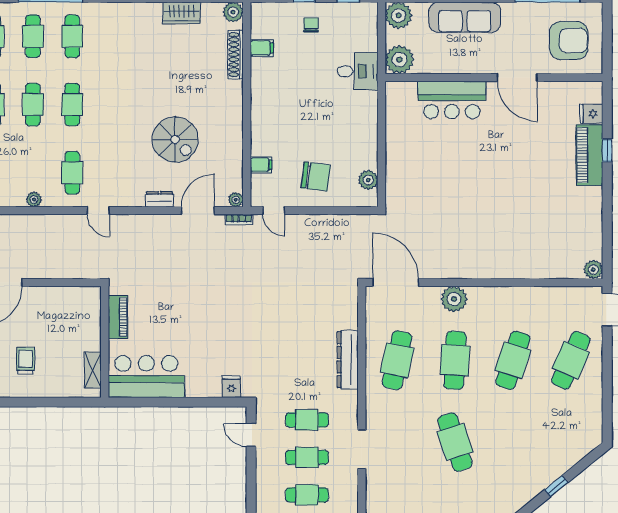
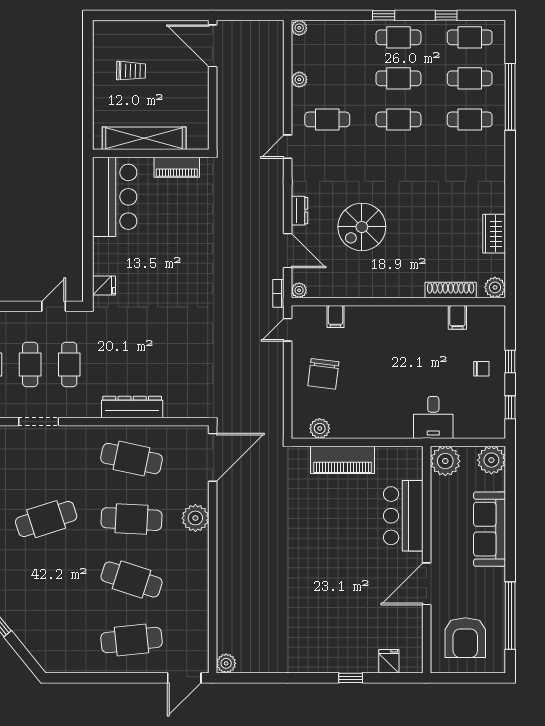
piano: (589, 155) -> (342, 460), moved, turned 180
cafe table: (571, 360) -> (132, 640), turned -30
shelving: (93, 370) -> (144, 138), width x2.20, depth x1.33

